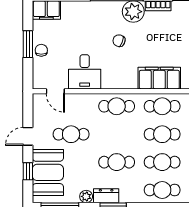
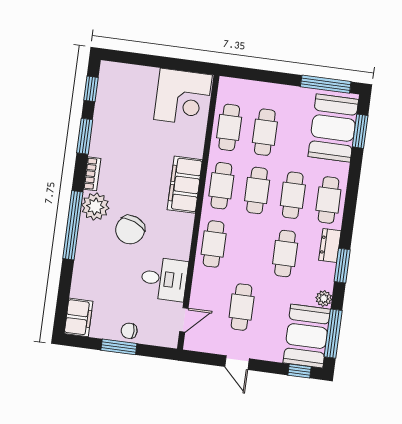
chair: (119, 41) -> (130, 230), width x1.87, depth x1.87
window: (28, 171) -> (300, 371), moved
booth: (48, 172) -> (307, 336), moved, turned 90
dresser: (106, 196) -> (330, 246), moved

